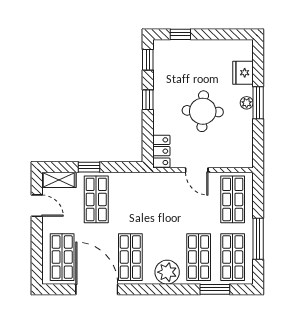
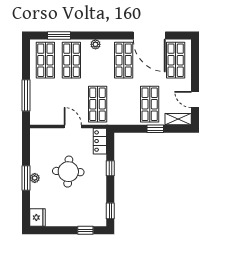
fridge: (243, 73) -> (38, 218), moved
window: (148, 100) -> (110, 168), moved
shop shelf: (233, 199) -> (98, 104), moved
window: (258, 239) -> (26, 95), moved
plant: (167, 272) -> (95, 44), width x0.53, depth x0.53

